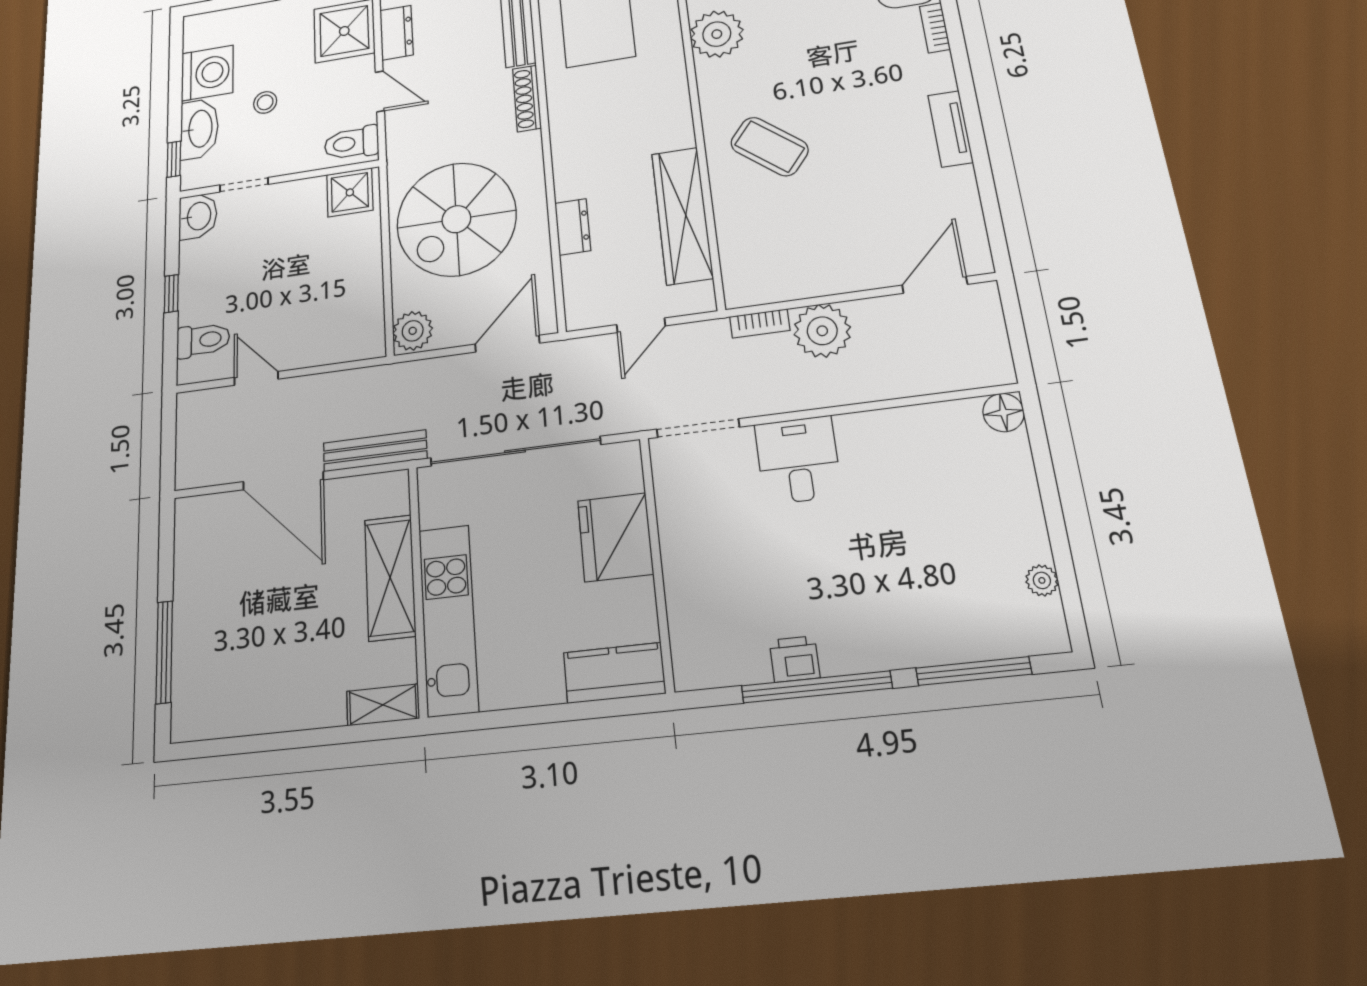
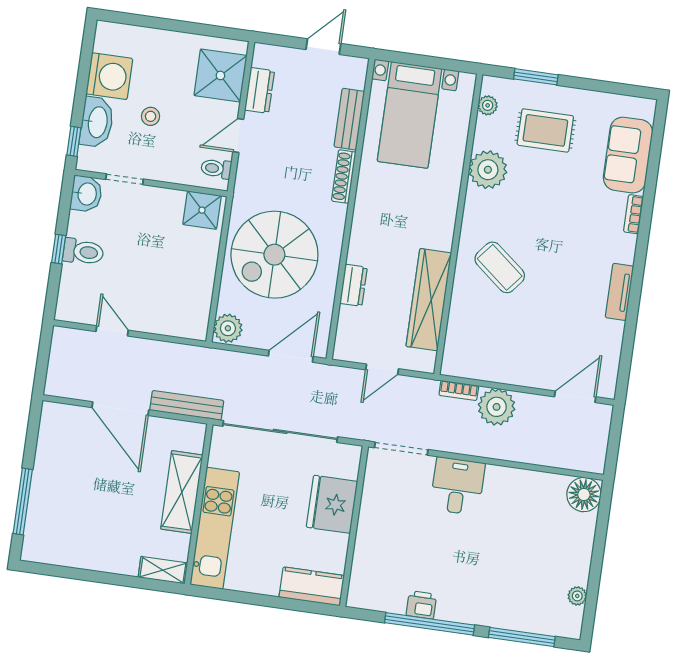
door: (380, 91) -> (238, 136), swing flipped
toilet: (352, 143) -> (216, 169), width x0.73, depth x0.72
toilet: (203, 340) -> (83, 252), moved
floor lamp: (1003, 413) -> (584, 495), width x1.38, depth x1.38

